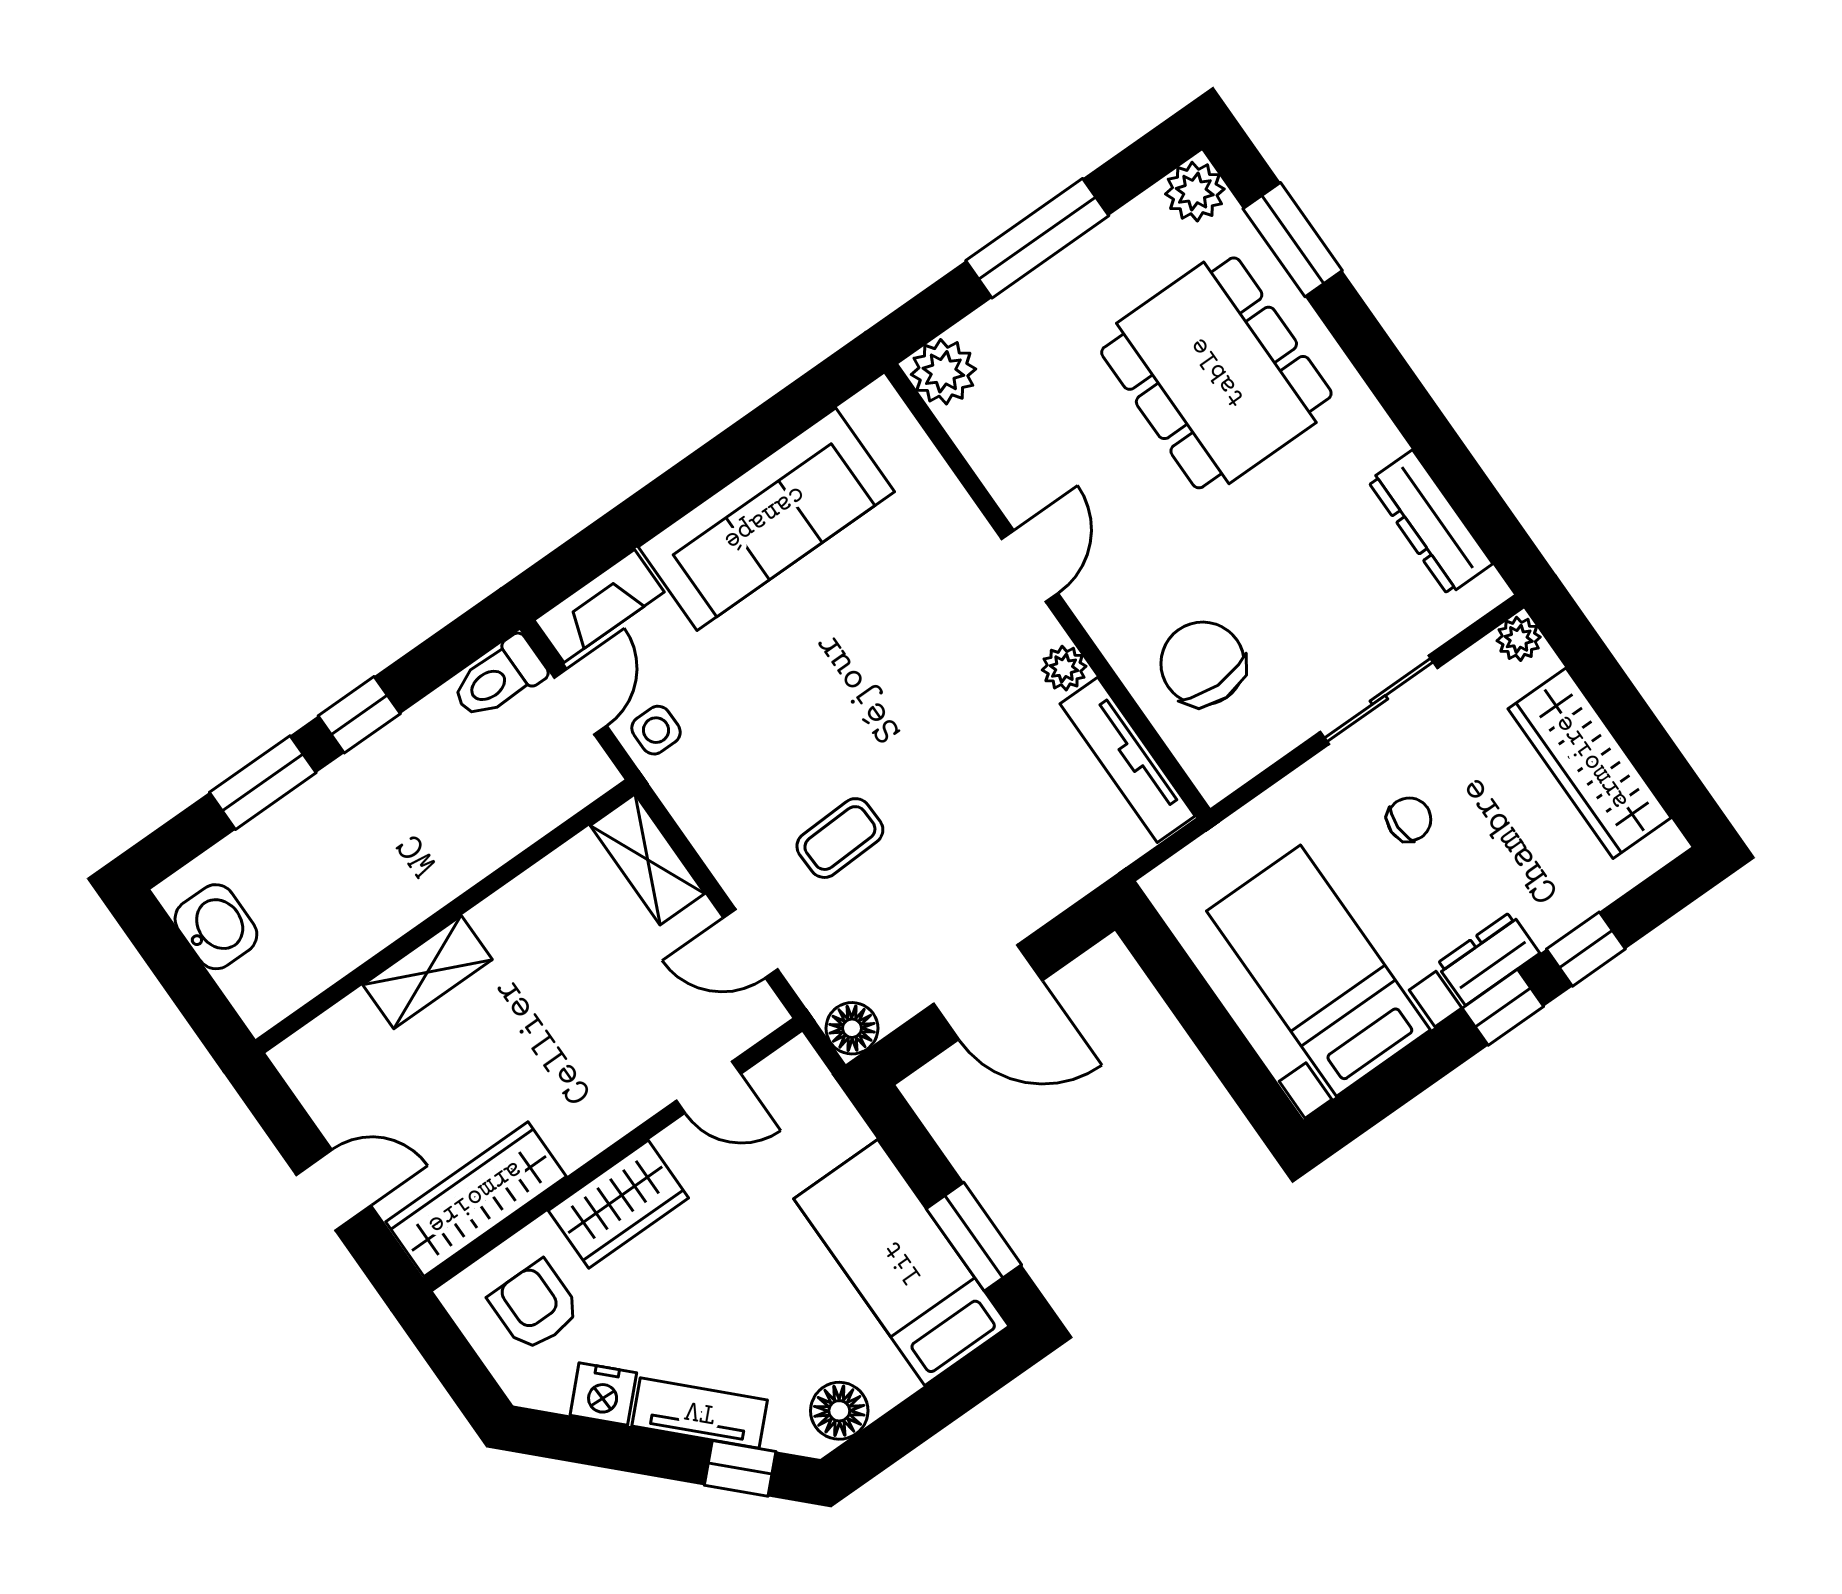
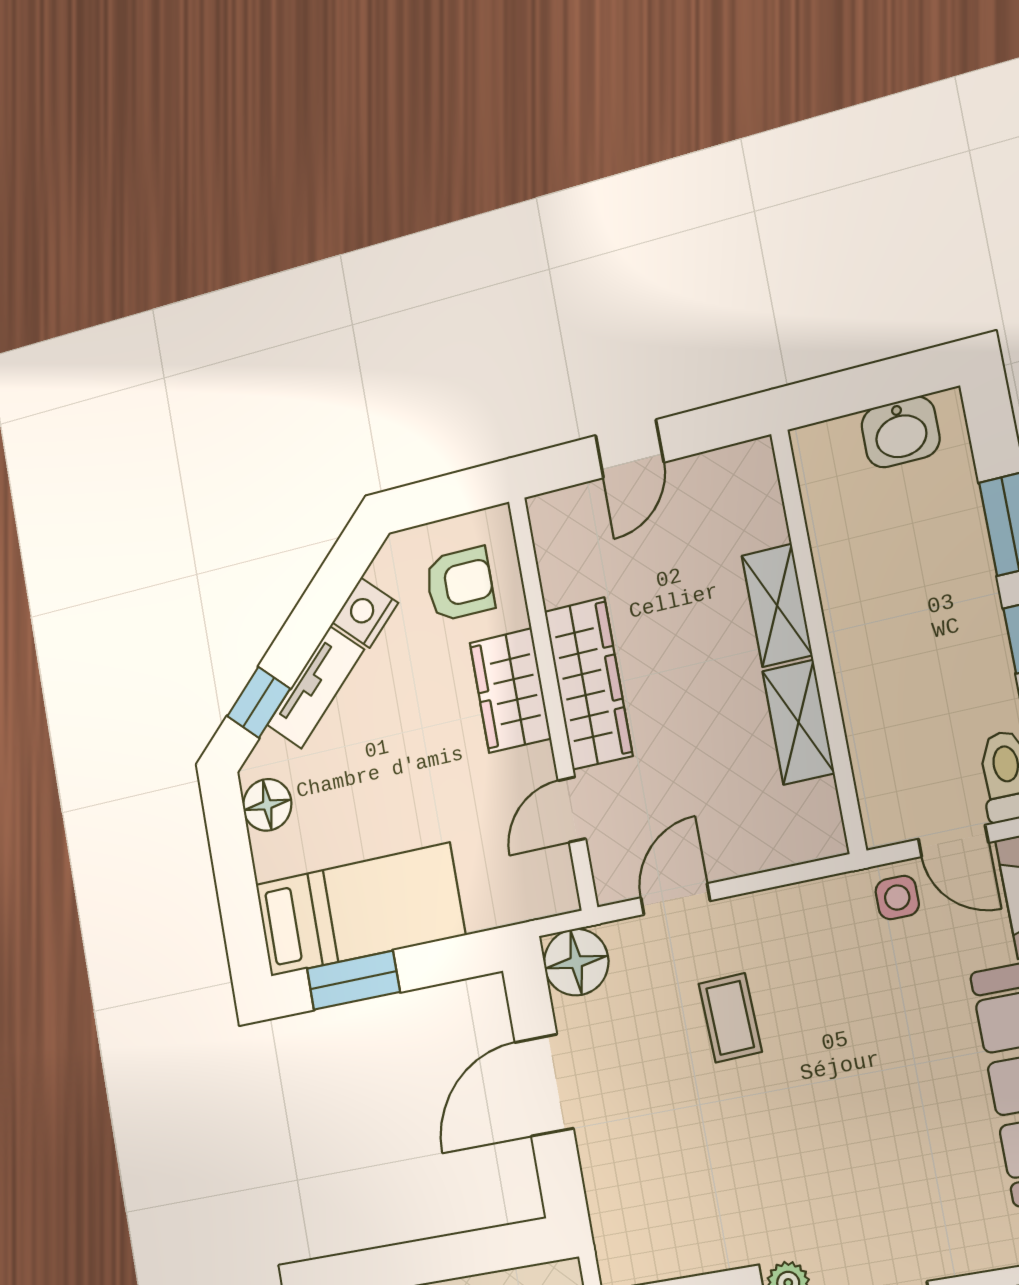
shelving: (647, 860) -> (798, 722), moved, turned 90
floor lamp: (852, 1028) -> (576, 962), width x1.38, depth x1.38
wardrobe: (476, 1199) -> (588, 684), moved

